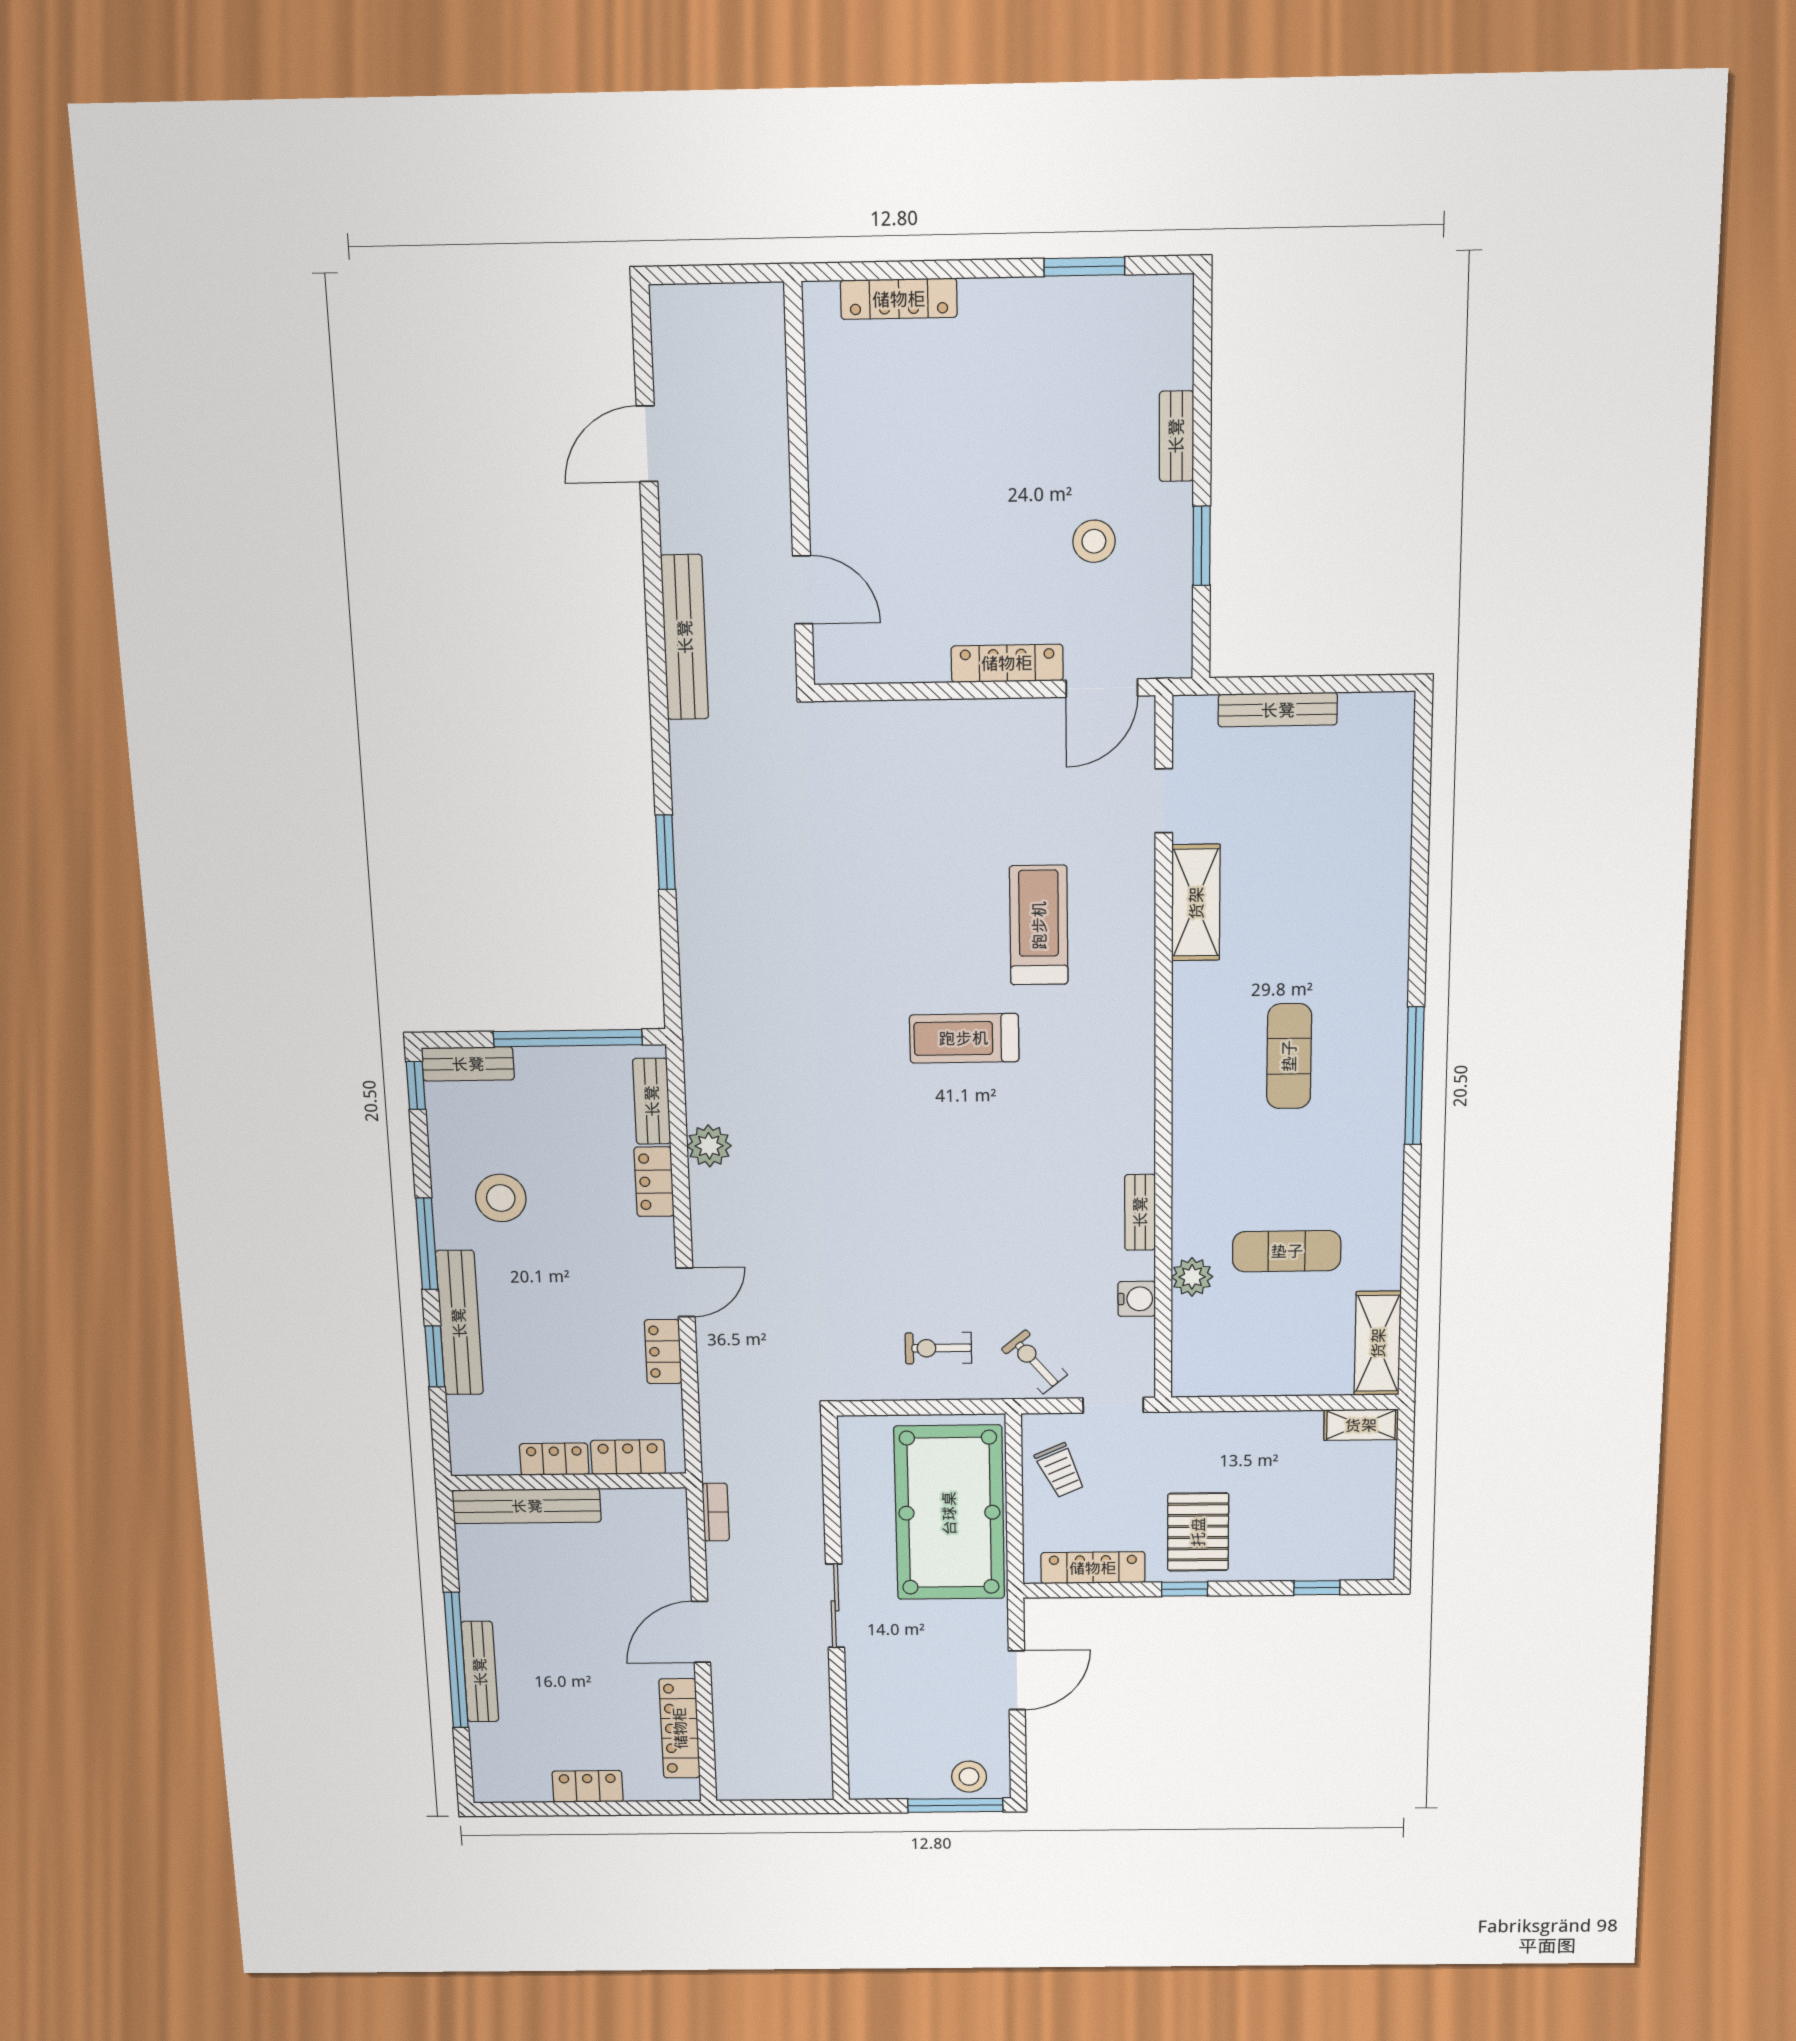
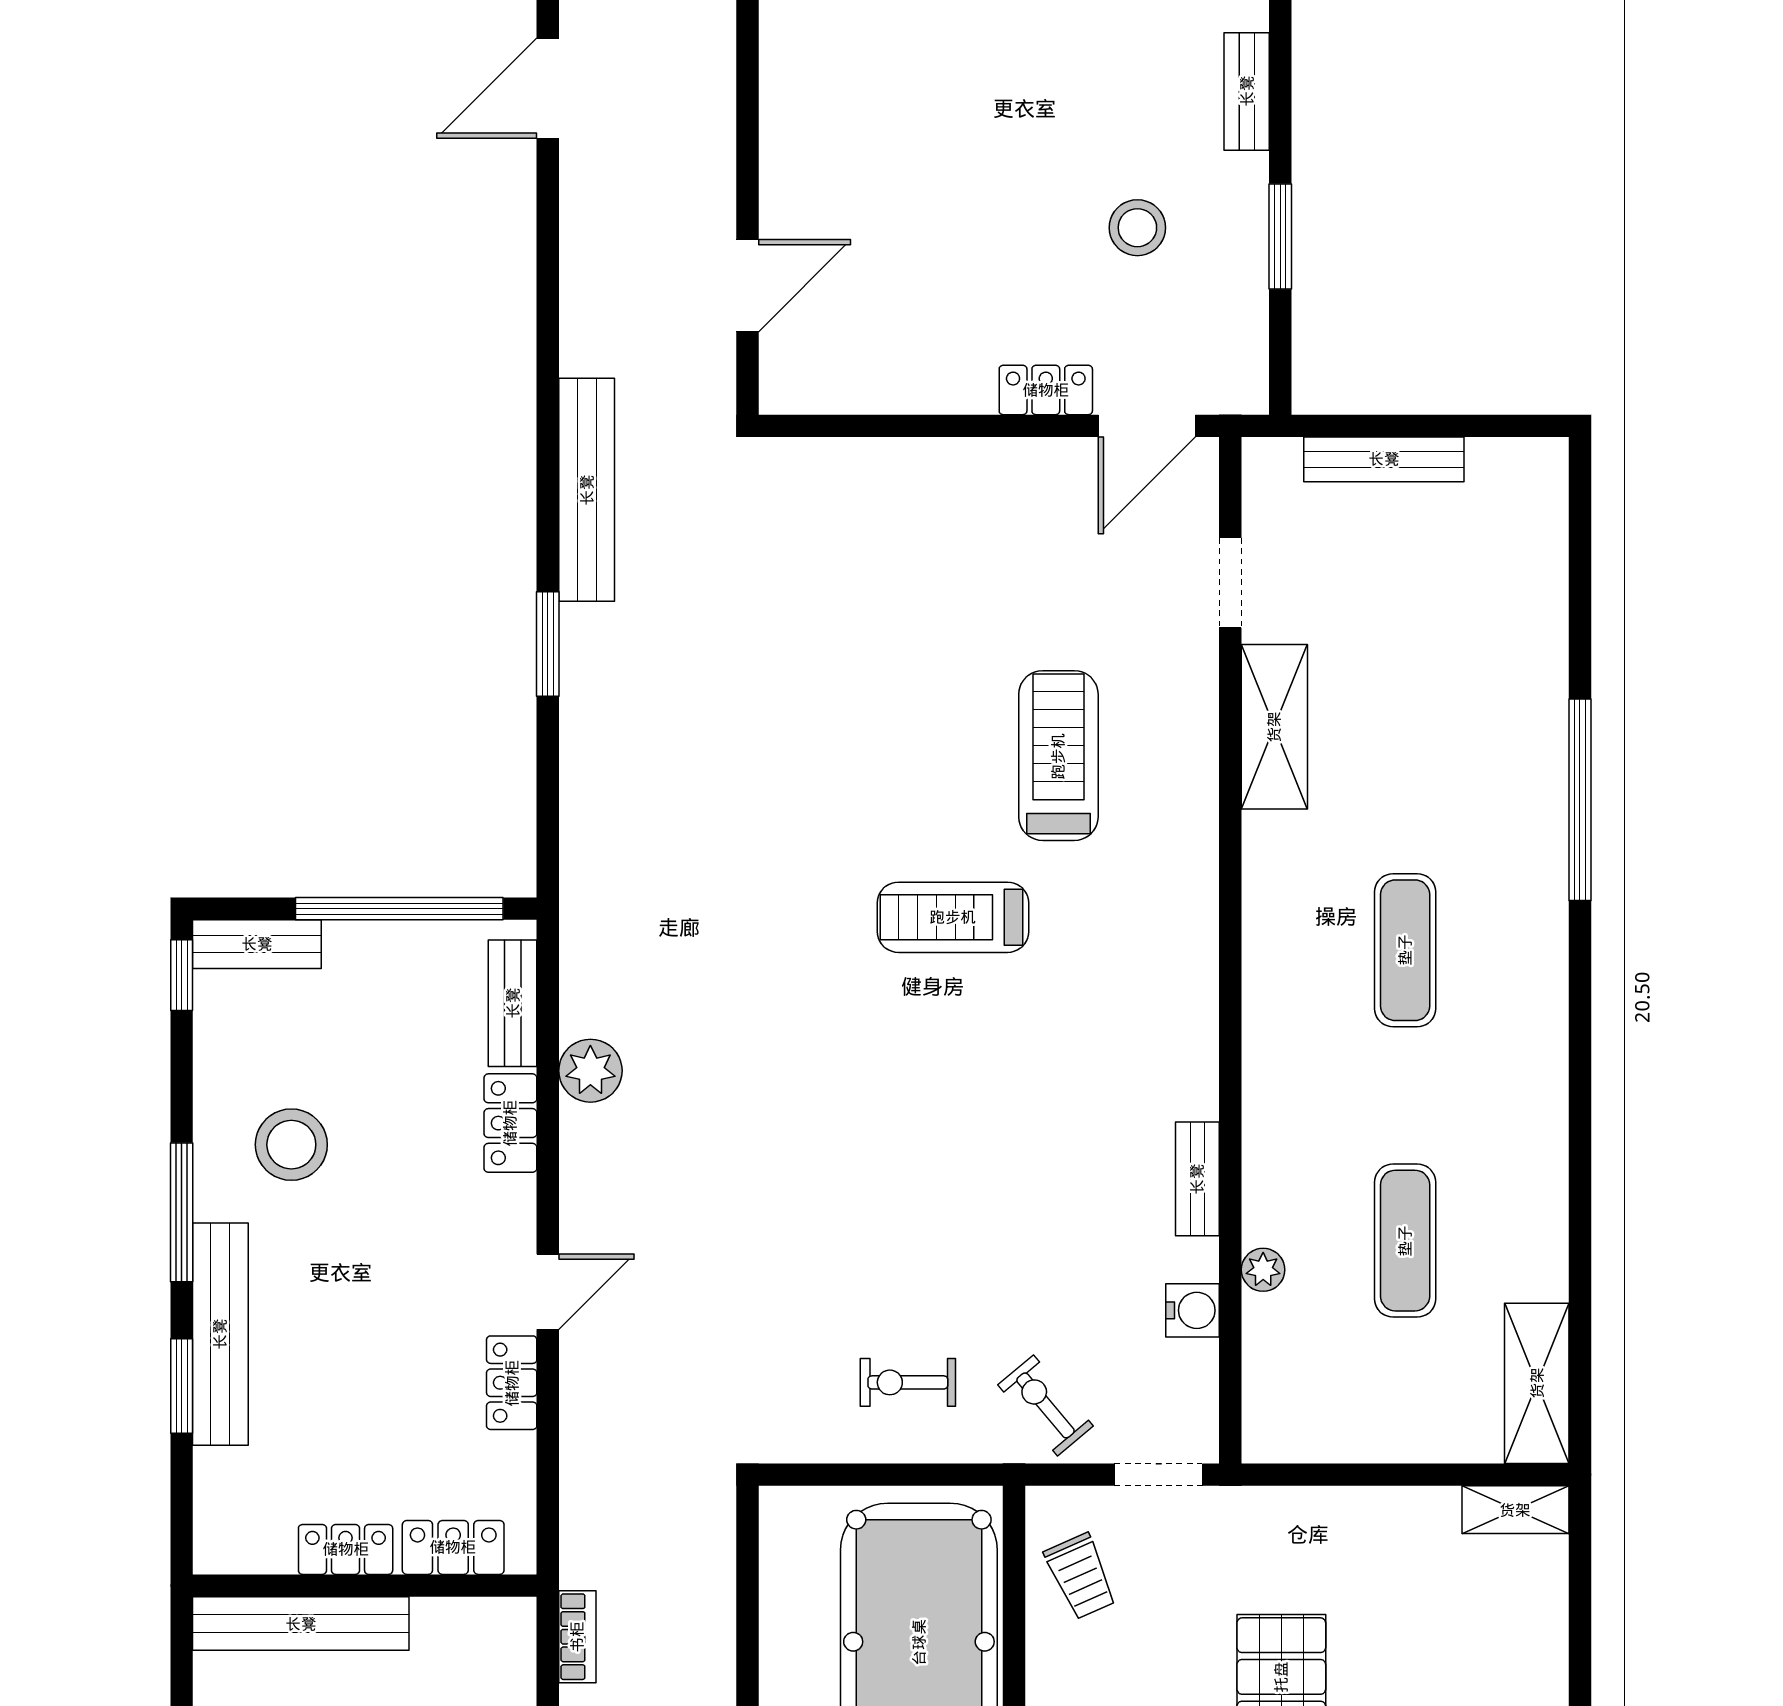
door: (803, 590) -> (748, 286), hinge flipped
bench: (685, 637) -> (587, 490), moved
locker: (1007, 663) -> (1046, 390), width x0.66
window: (1414, 1076) -> (1580, 800), moved
exercise mat: (1287, 1251) -> (1405, 1241), turned 90
plant: (1192, 1277) -> (1263, 1270), width x0.73, depth x0.73

